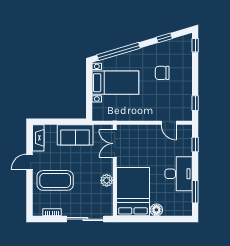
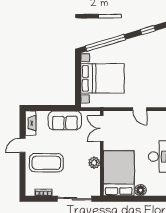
chair: (162, 73) -> (146, 63), removed
bed with nightstands: (115, 83) -> (102, 78), width x1.36
door: (169, 123) -> (140, 109), moved

